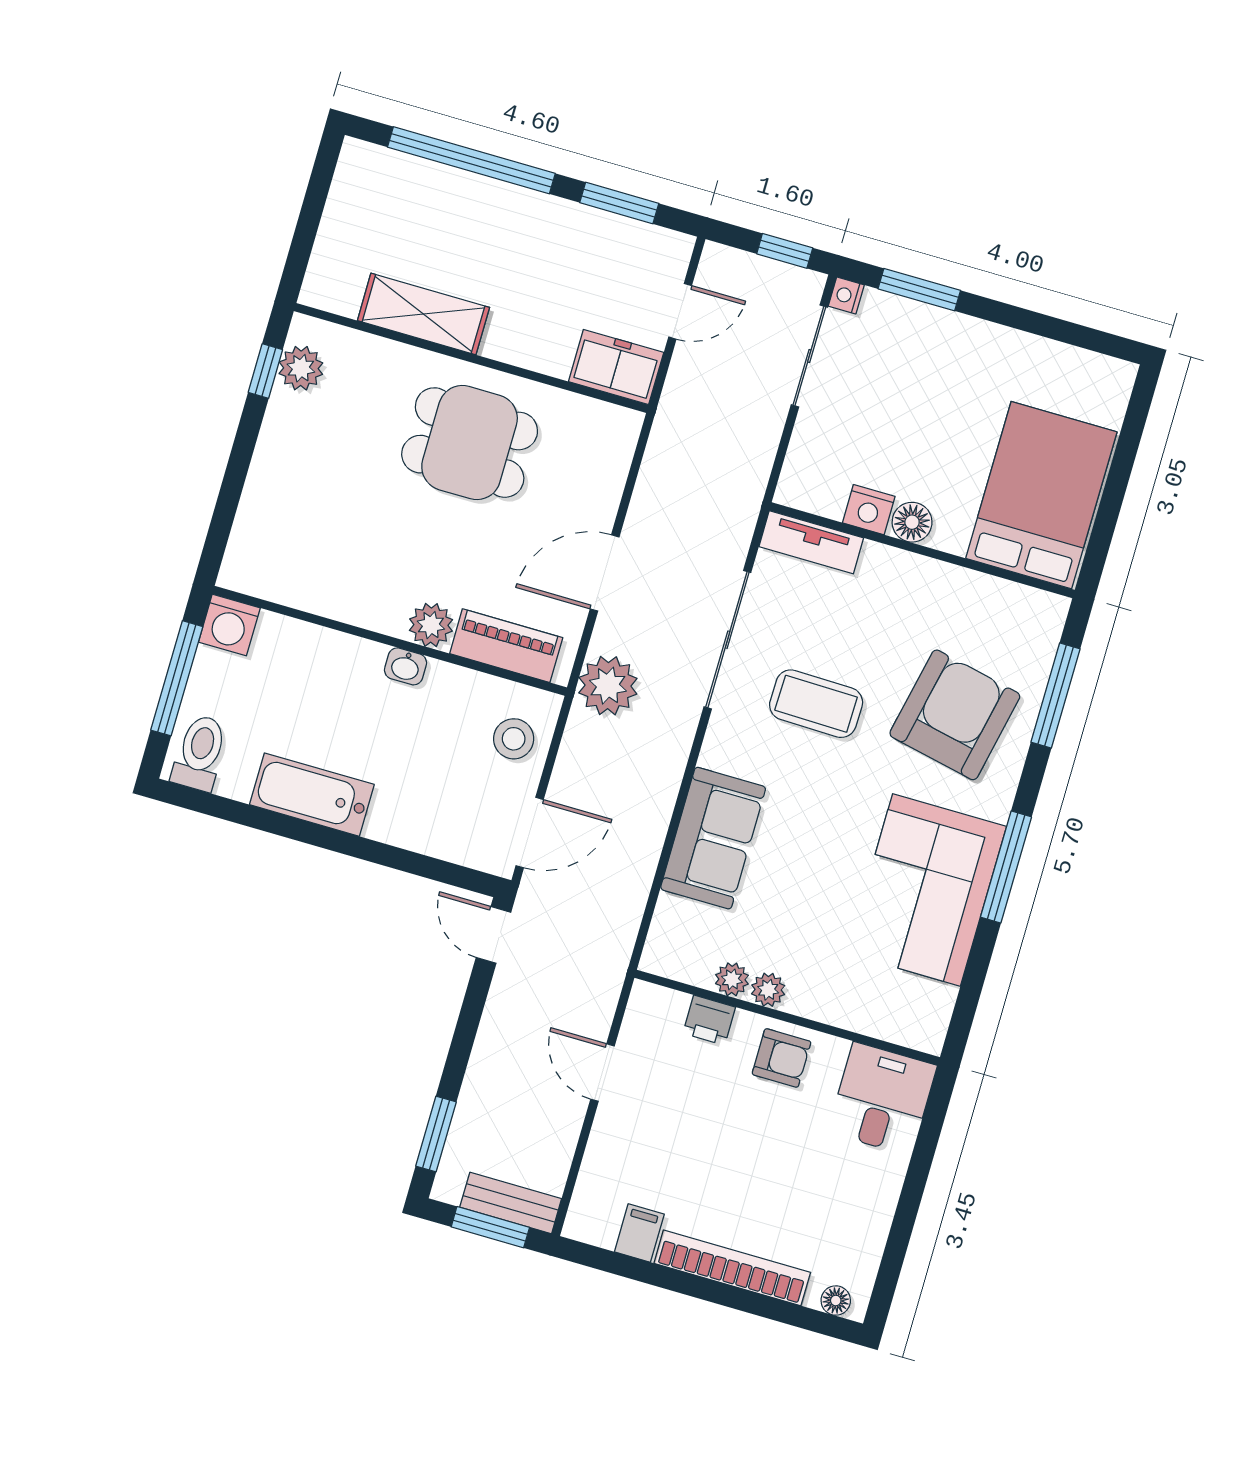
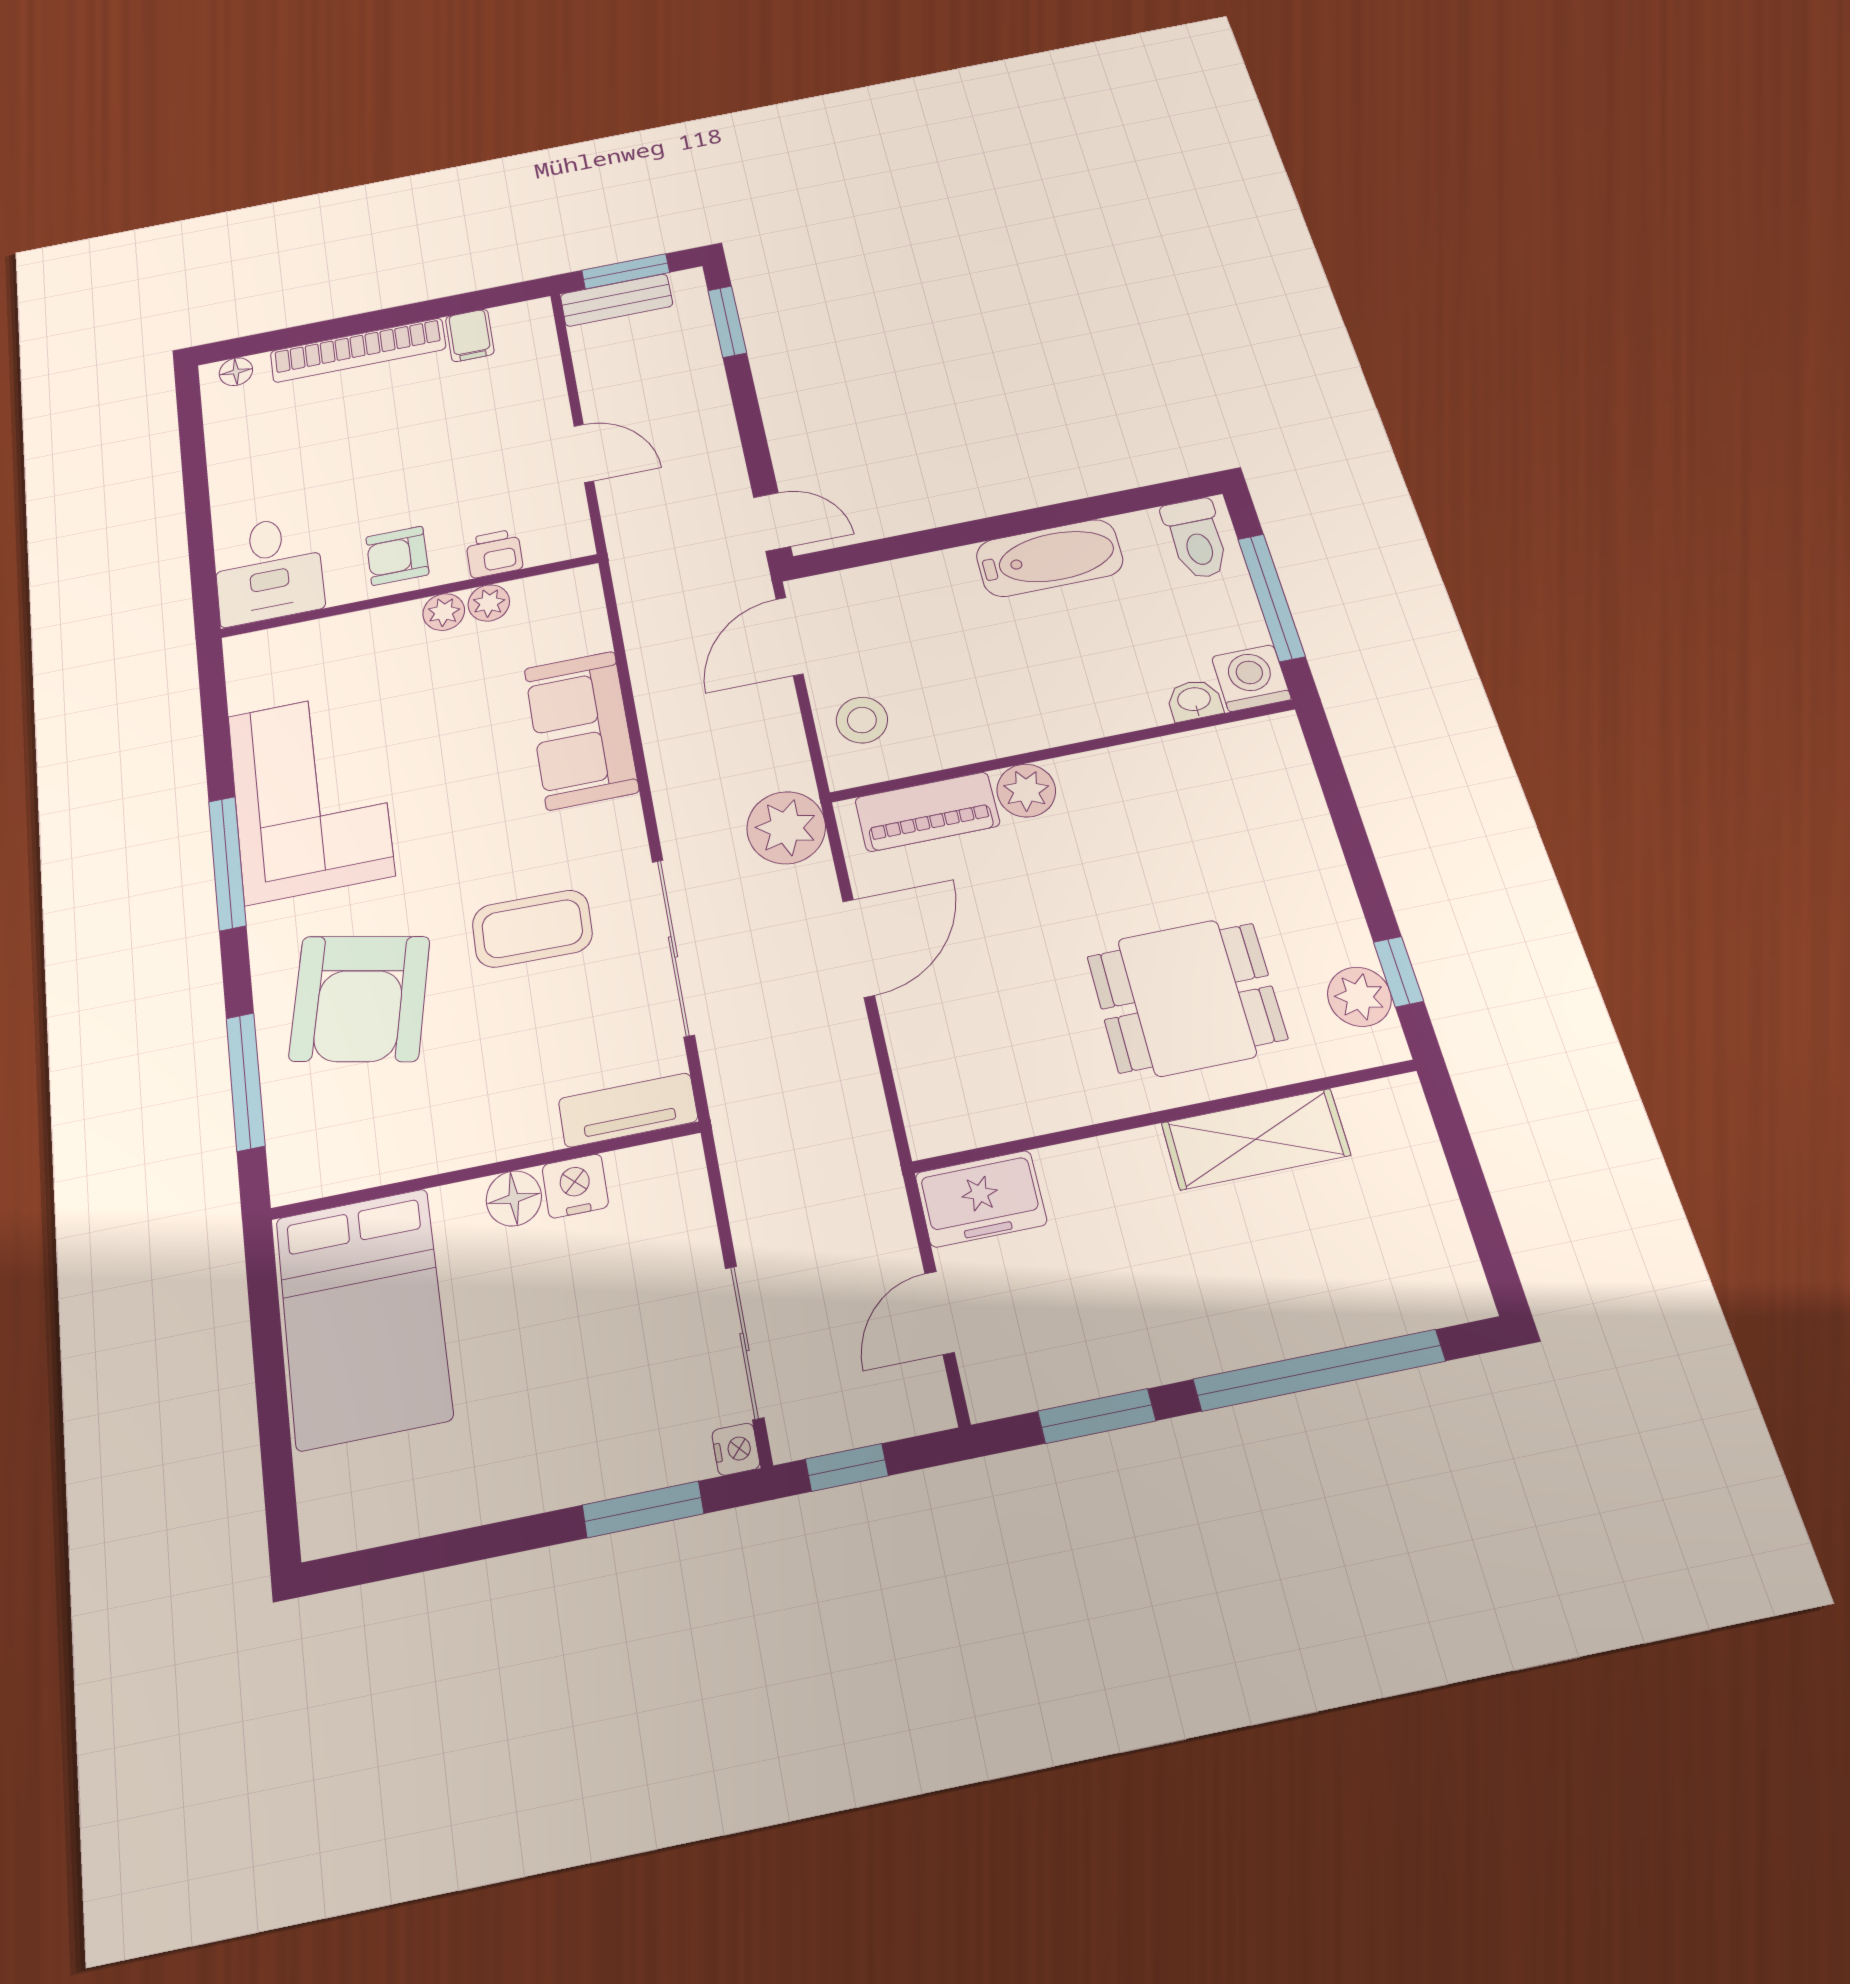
dining table: (470, 443) -> (1187, 998), moved
washbasin: (406, 666) -> (1194, 700), moved

